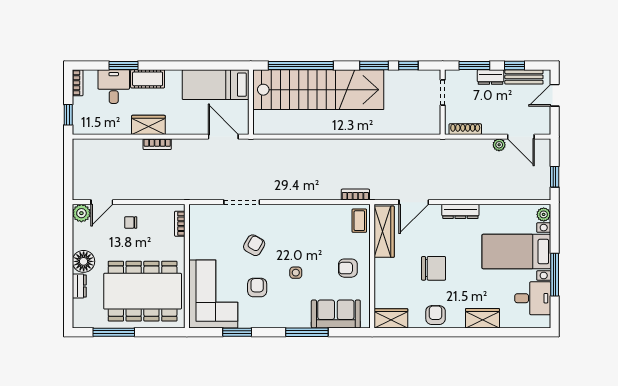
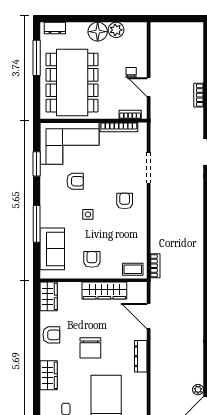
door: (102, 202) -> (149, 87), moved
plant: (81, 213) -> (116, 30), moved
wardrobe: (384, 232) -> (104, 291), moved
bookcase: (194, 237) -> (119, 127), added
armchair: (254, 245) -> (125, 201), moved, turned -120
chair: (434, 268) -> (90, 348), moved
dresser: (79, 286) -> (55, 28), moved

